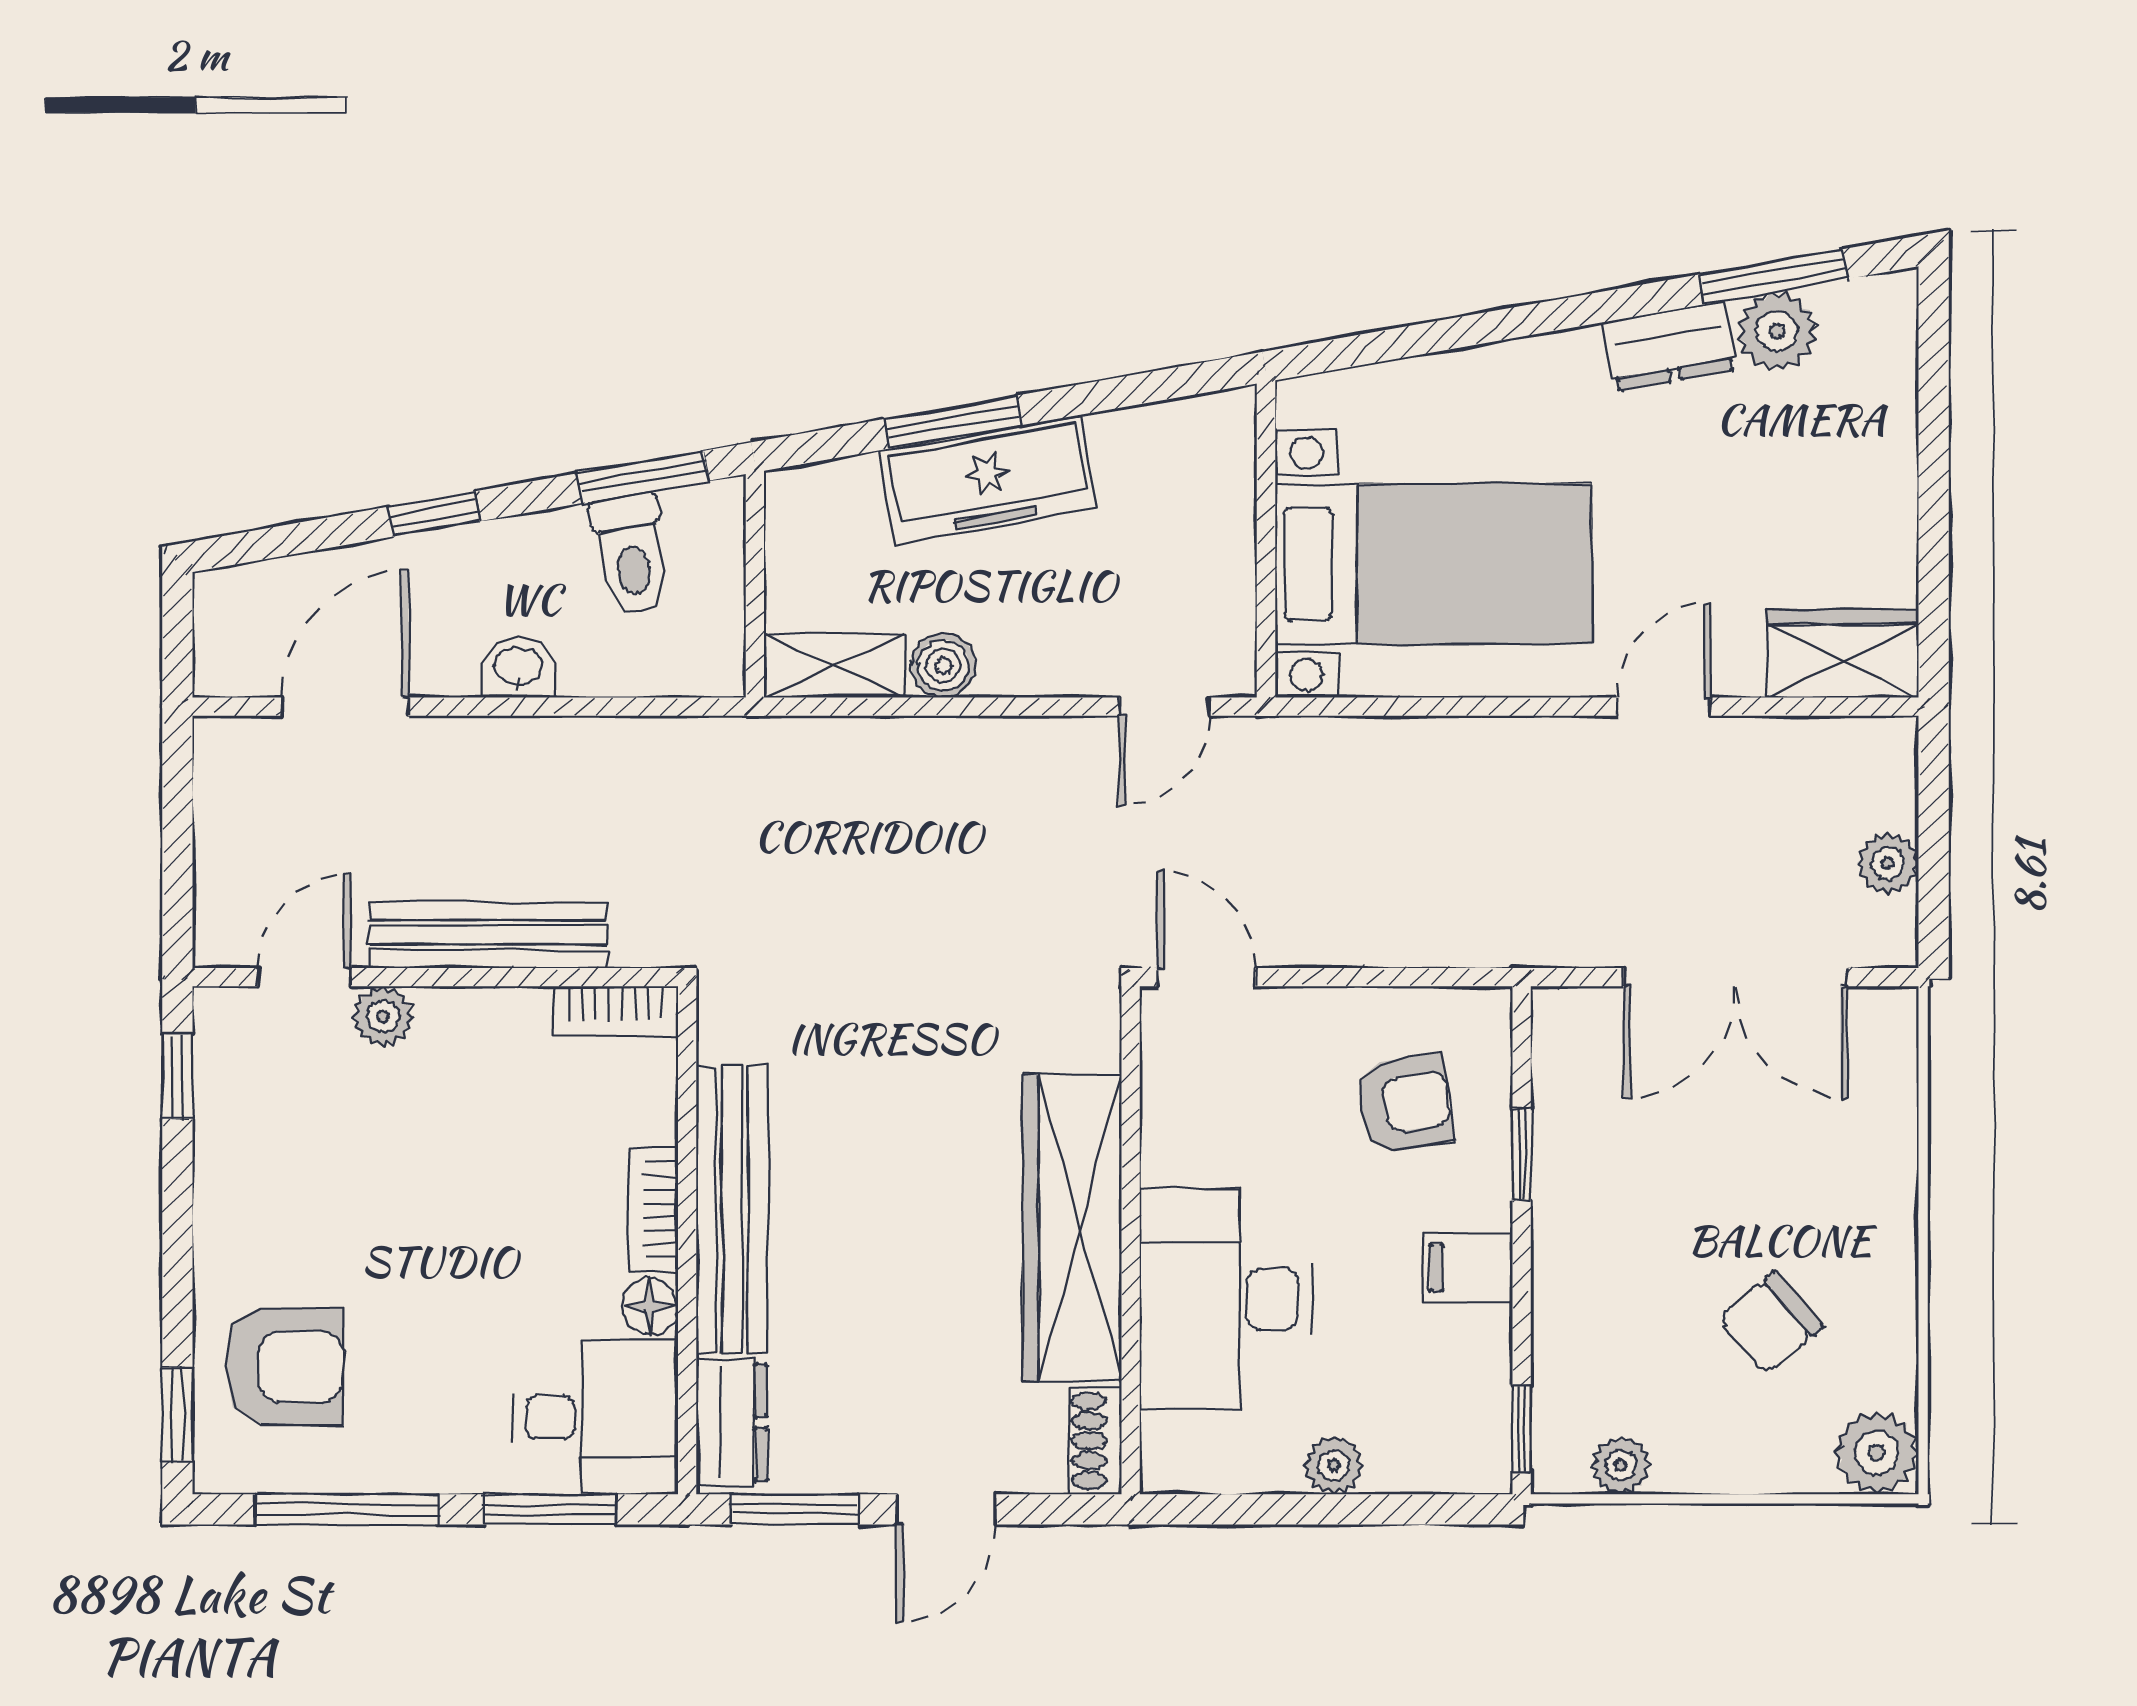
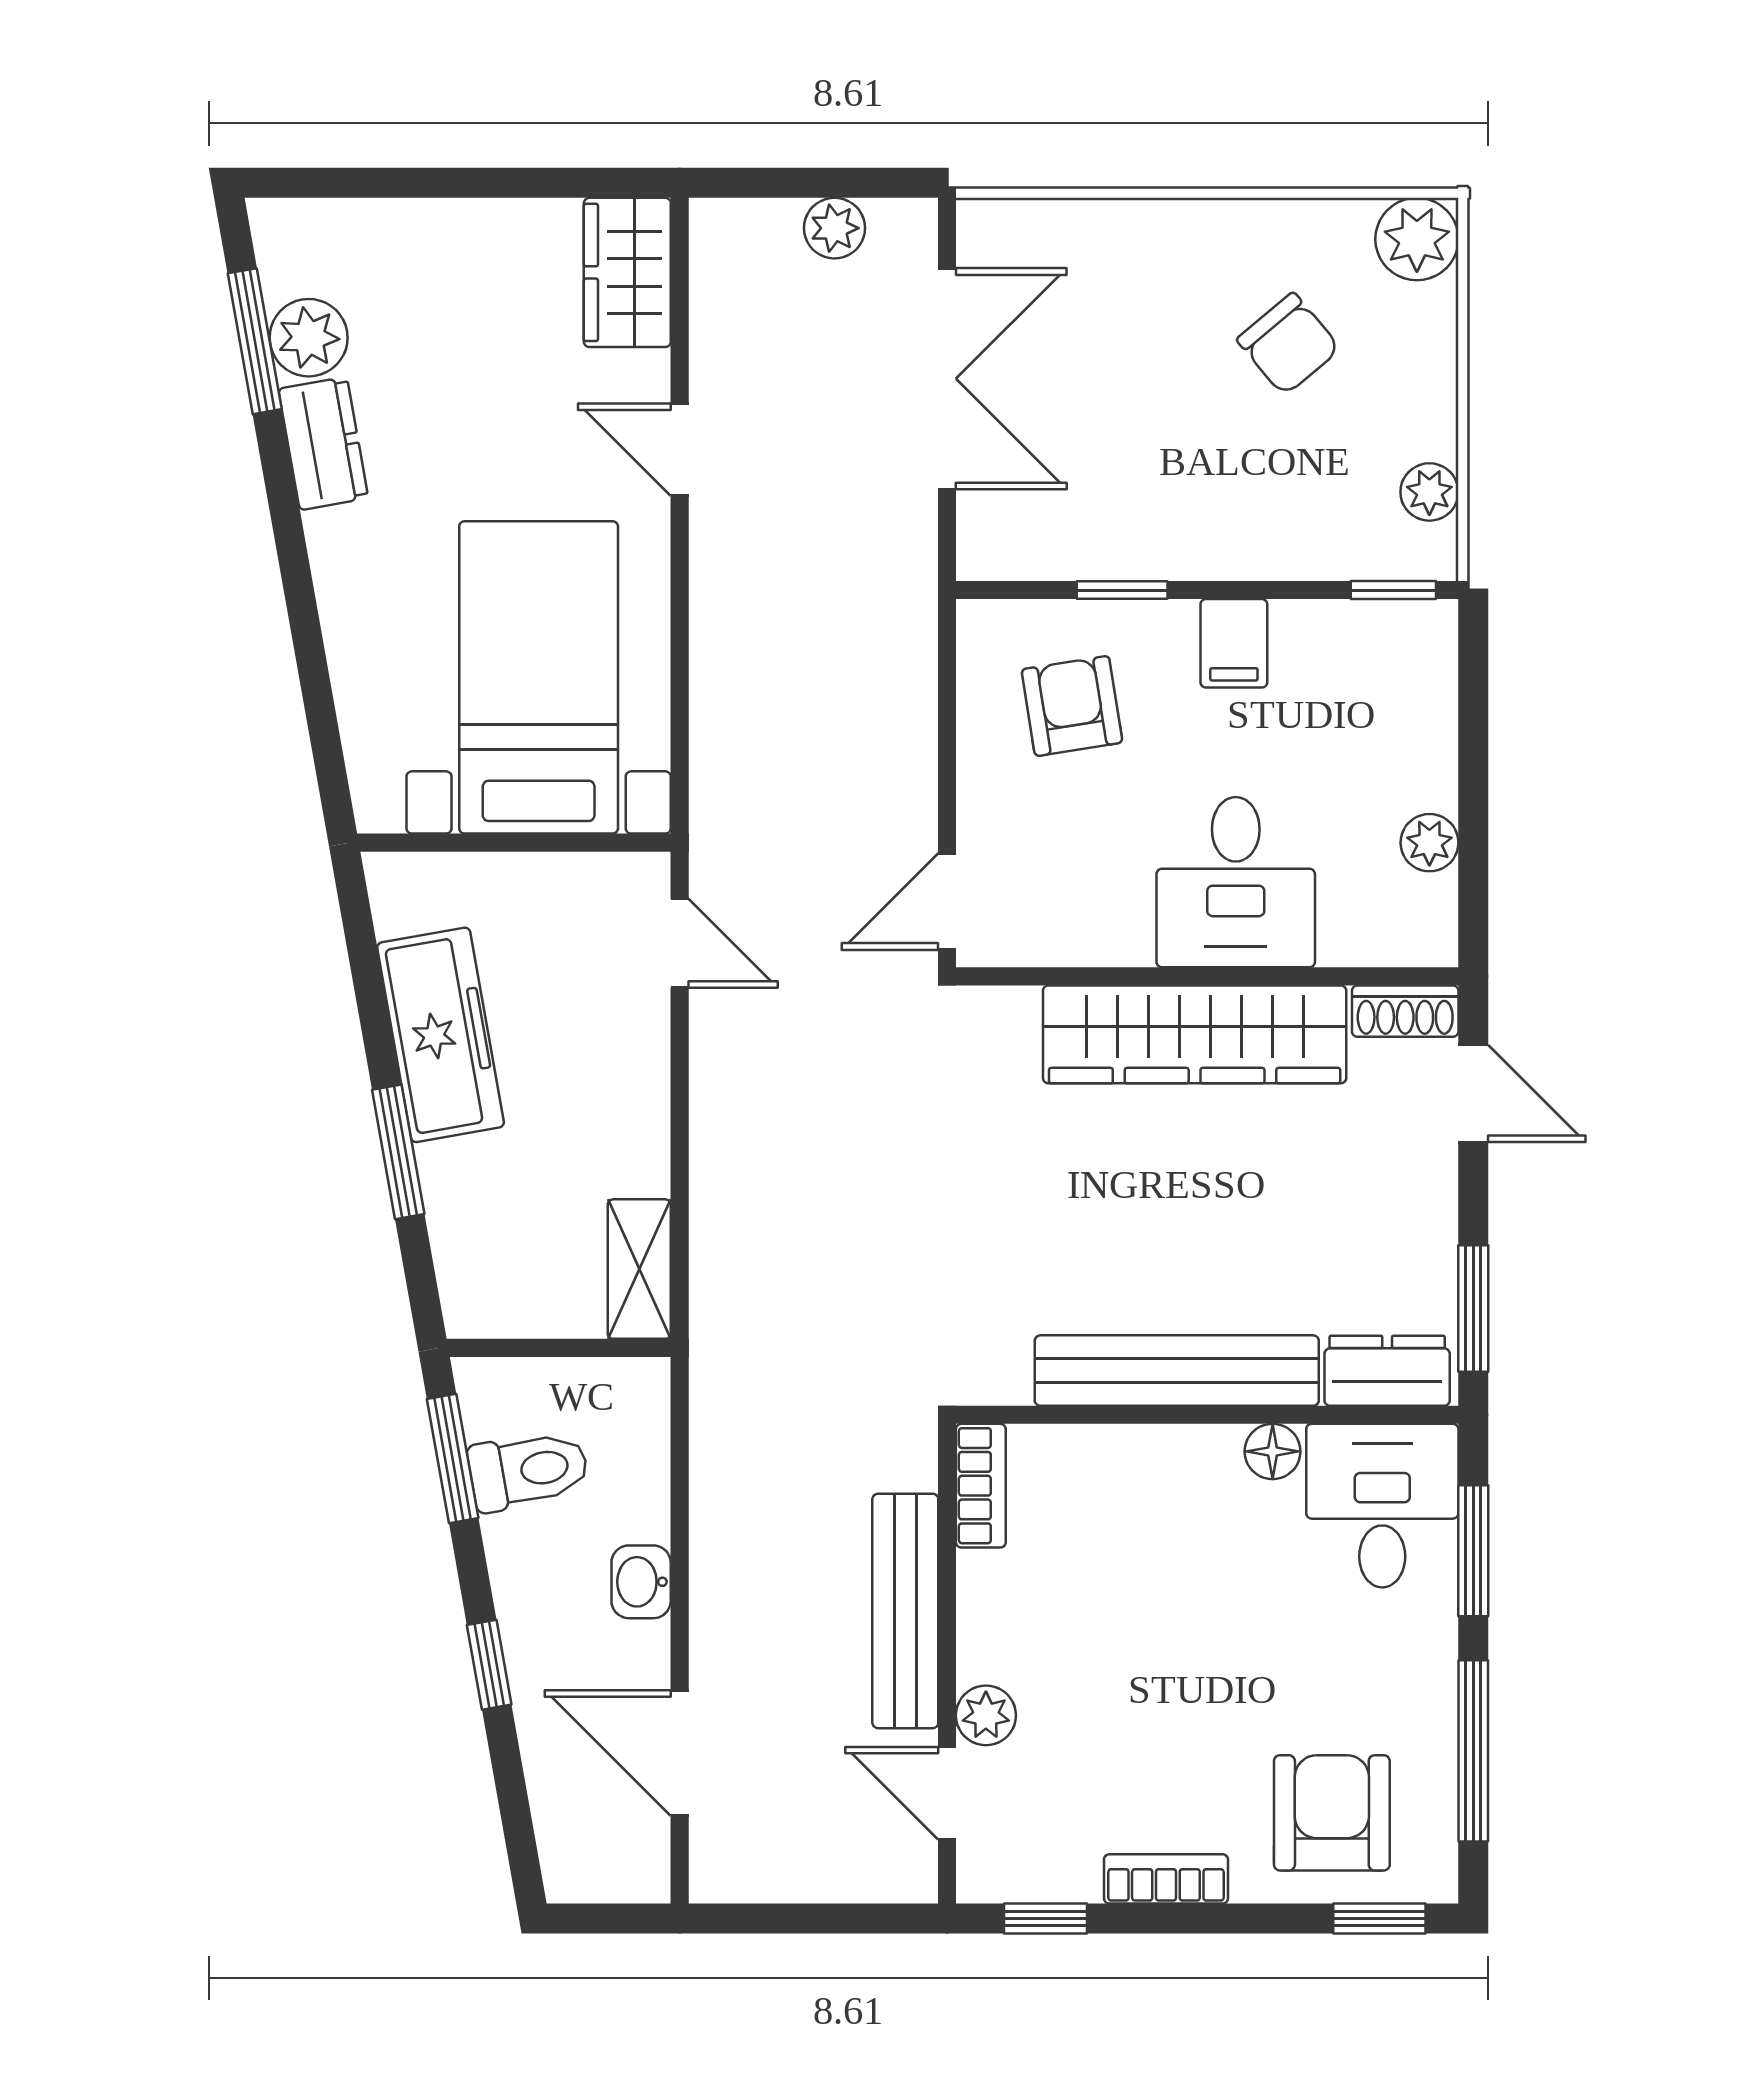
freezer: (989, 479) -> (441, 1035), moved
boiler: (943, 665) -> (639, 1162), removed
bookcase: (653, 1210) -> (1166, 1879), moved, turned 180
desk: (1226, 1299) -> (1236, 882), width x0.73
plant: (1334, 1465) -> (1429, 843), moved
door: (946, 1509) -> (1473, 1093), moved

